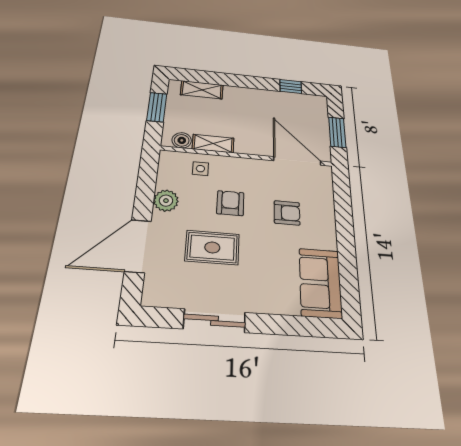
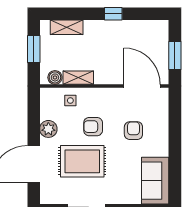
window: (291, 86) -> (113, 14), moved
armchair: (230, 203) -> (93, 127), turned -90
armchair: (287, 213) -> (133, 131), turned -90
rug: (212, 247) -> (82, 161), width x1.36, depth x1.43

